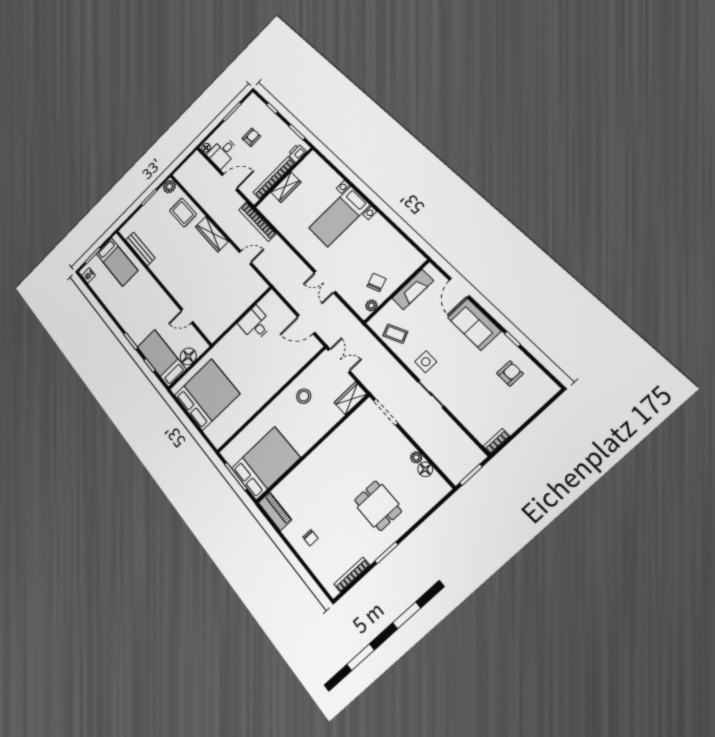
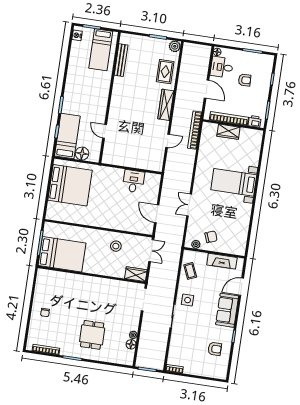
door: (245, 258) -> (168, 141), hinge flipped
piano: (275, 511) -> (41, 281), removed

